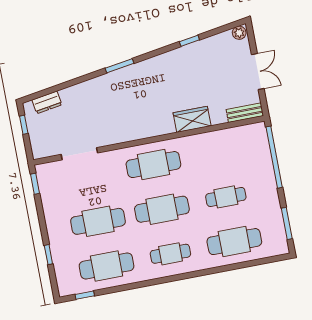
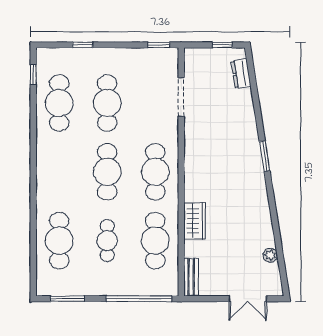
plant: (239, 33) -> (270, 255), moved
window: (189, 41) -> (277, 234), removed
double door: (258, 71) -> (248, 299), moved
cafe table: (170, 254) -> (155, 241), moved, width x1.37, depth x1.35

